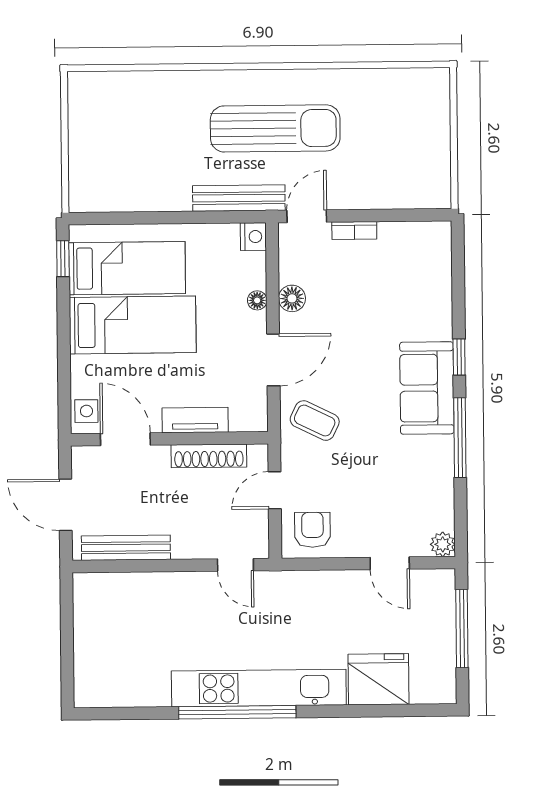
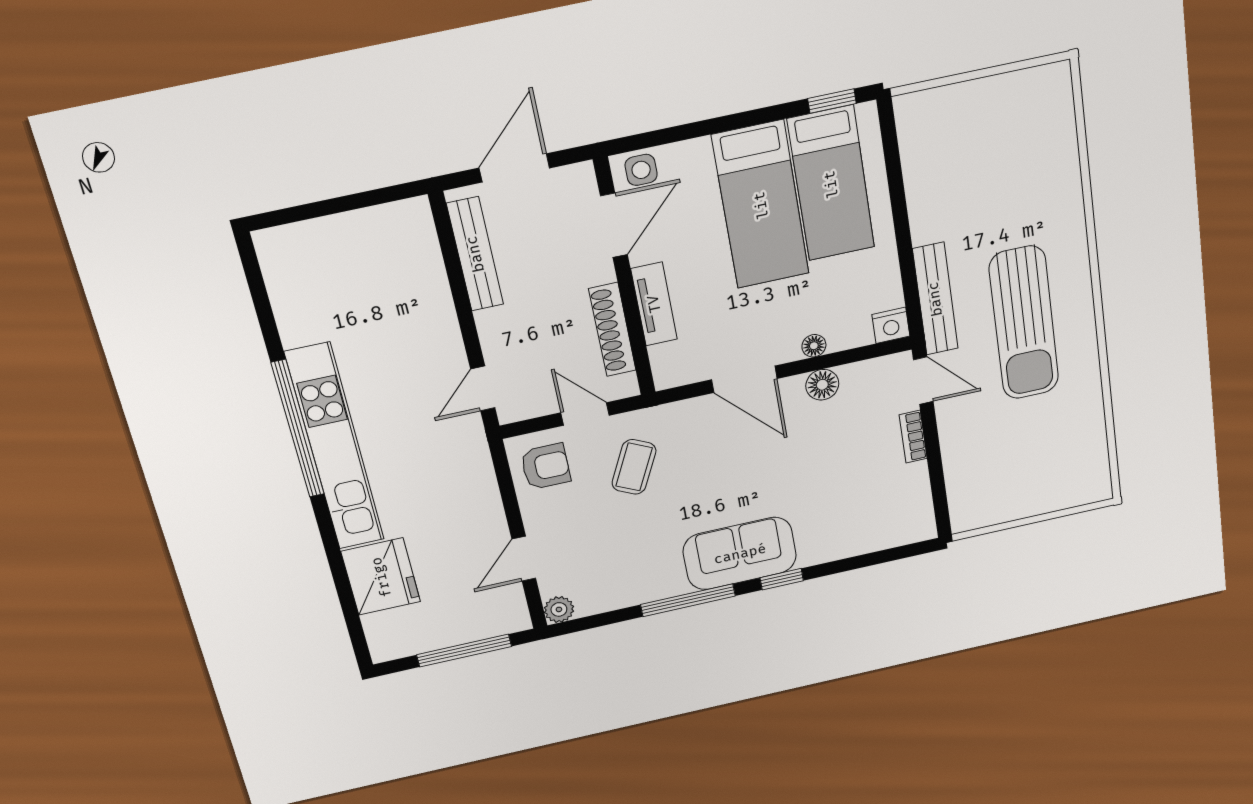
coffee table: (315, 421) -> (634, 467), moved

